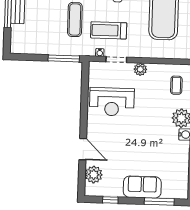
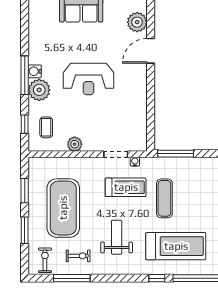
plant: (140, 69) -> (75, 144), moved
reception desk: (112, 102) -> (88, 79), moved, turned 180
door: (83, 149) -> (151, 51), hinge flipped

